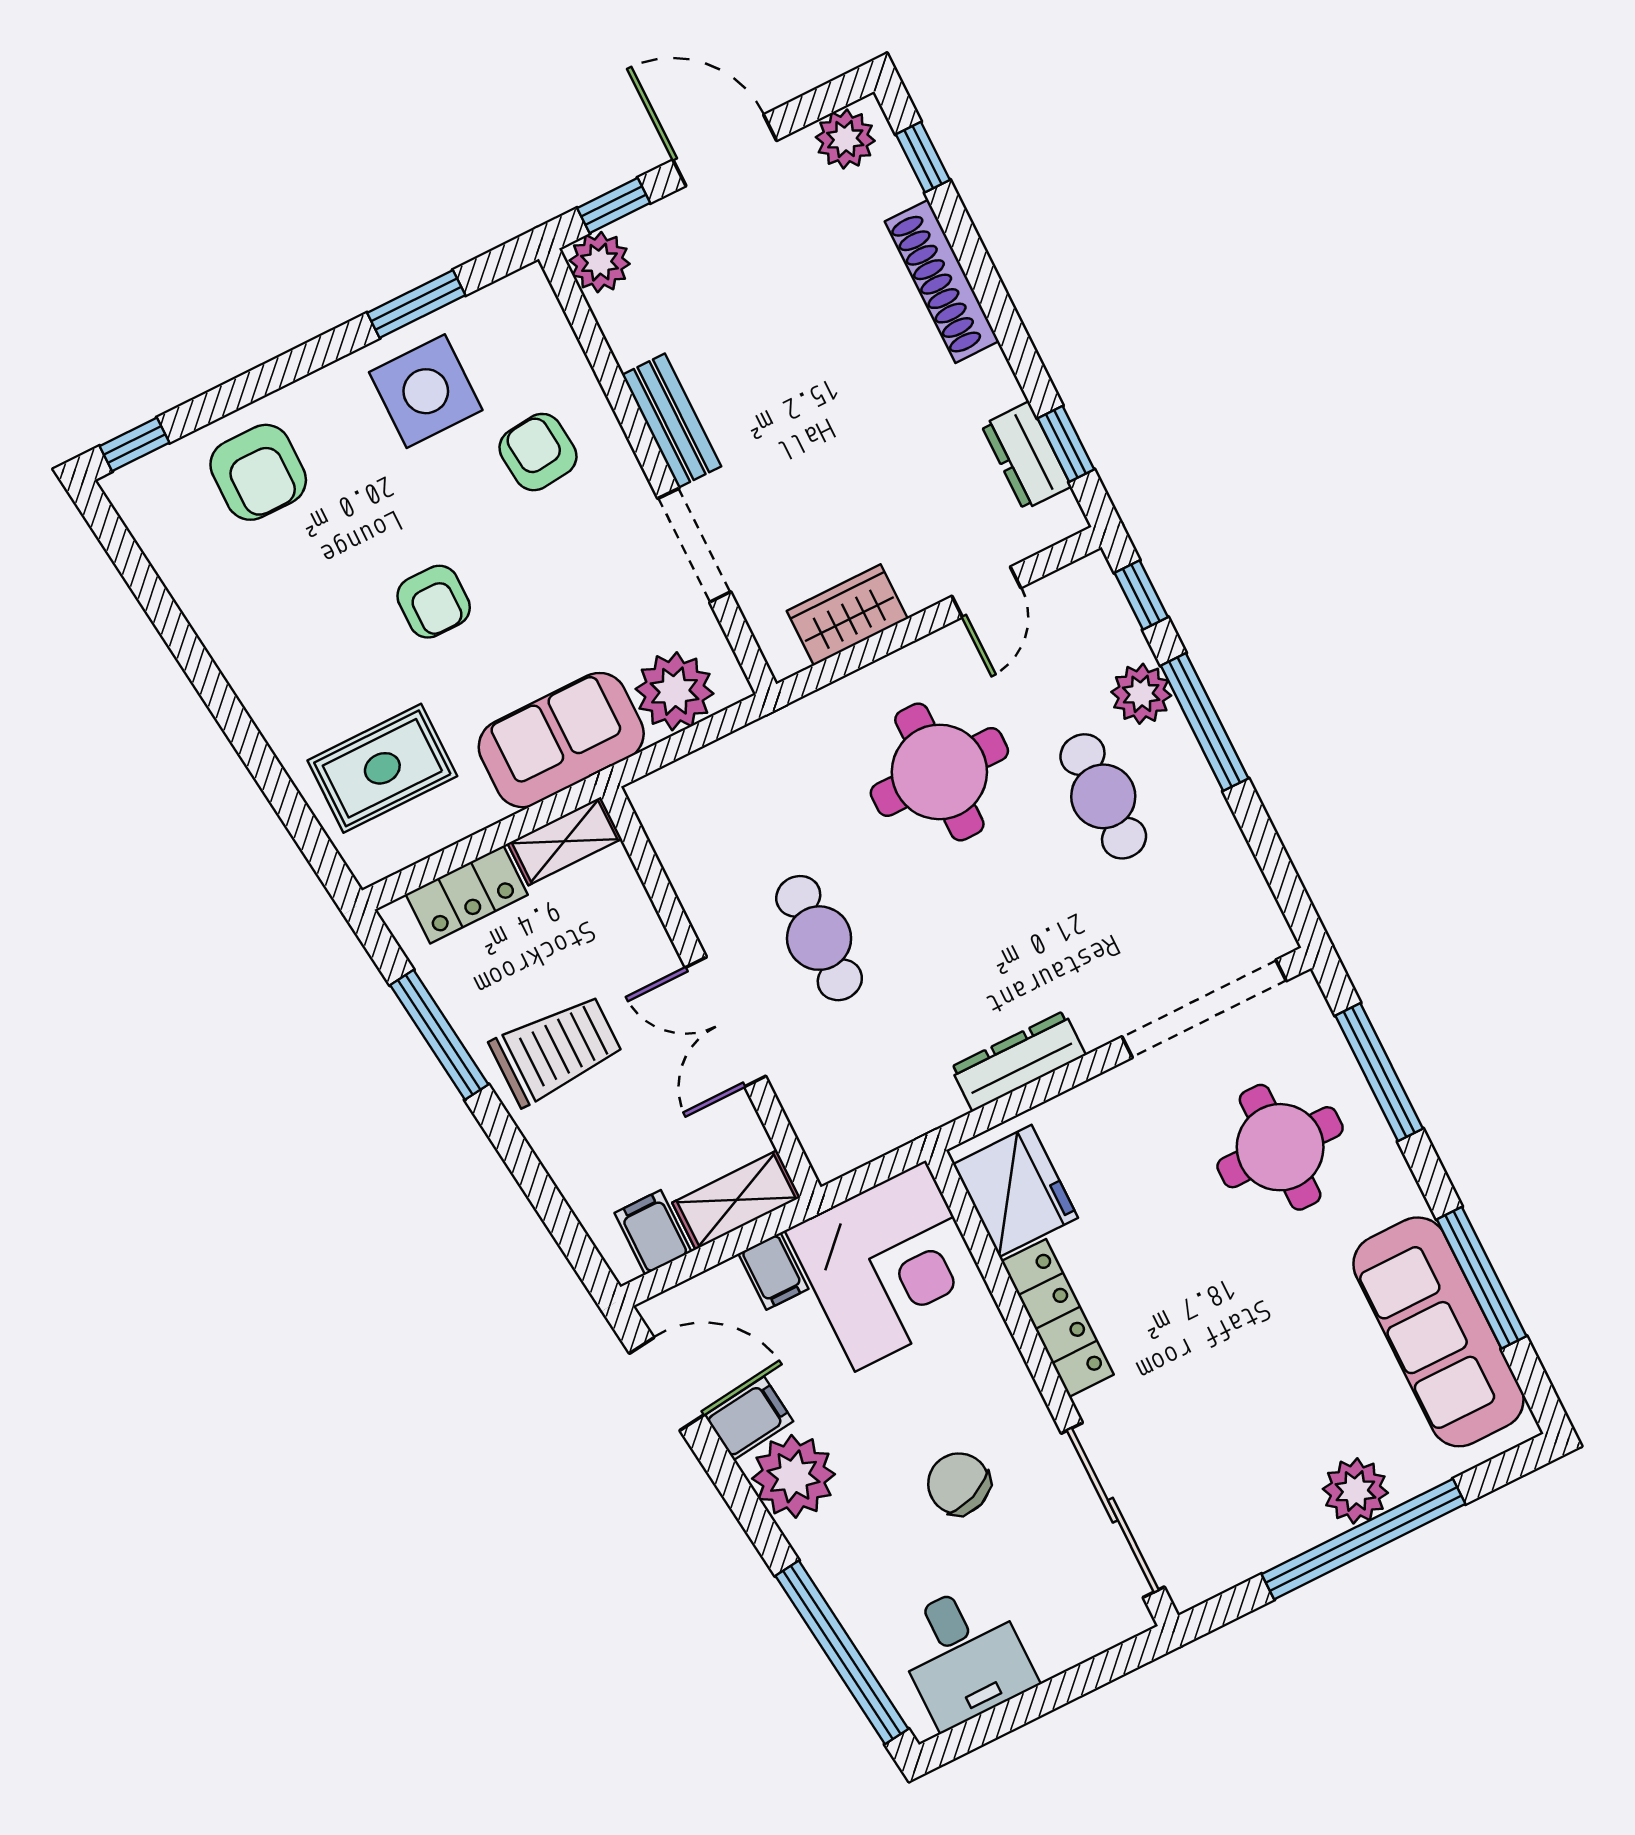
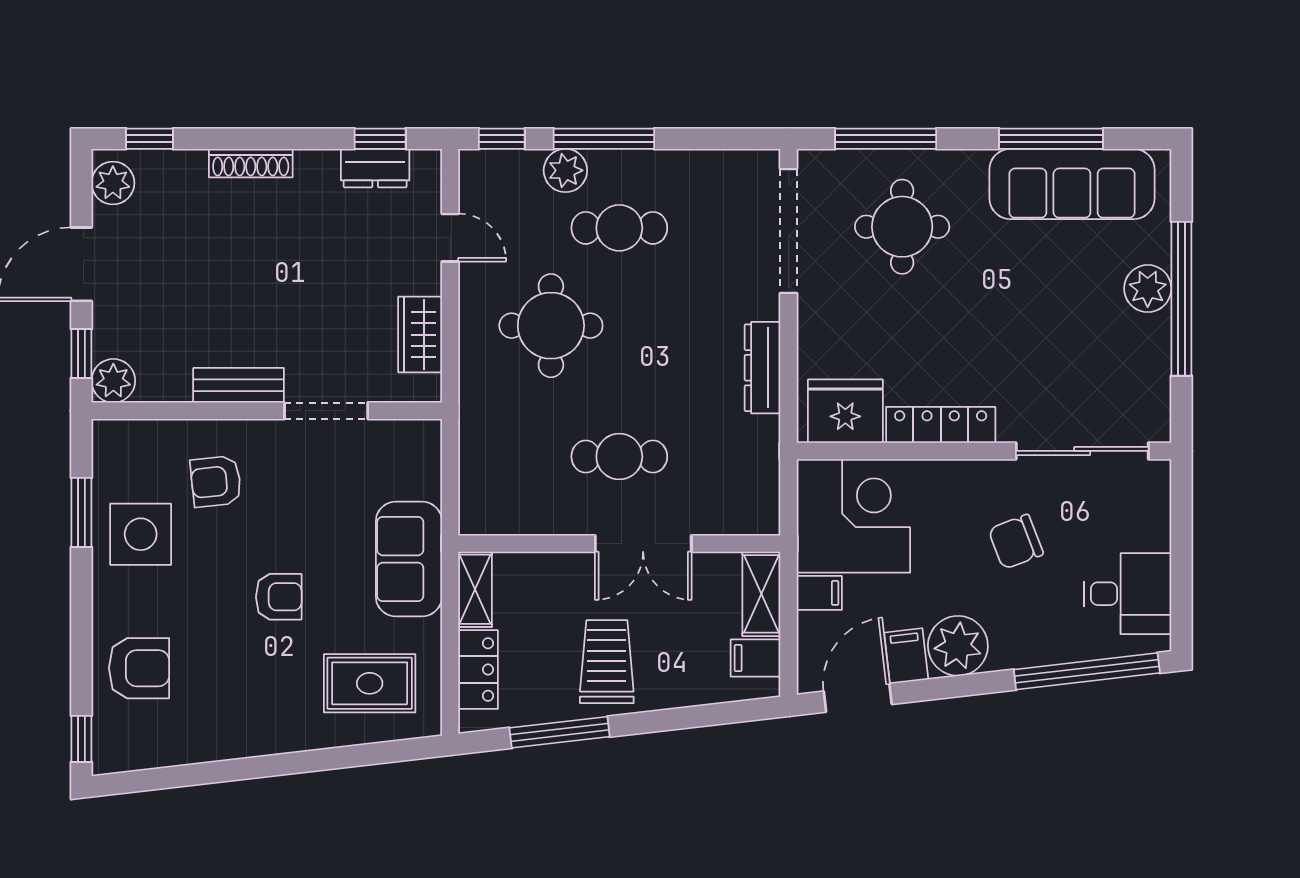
shoe rack: (942, 281) -> (251, 163), width x0.74, depth x0.81
plant: (675, 691) -> (414, 470), removed
rug: (382, 768) -> (370, 683), turned 90

